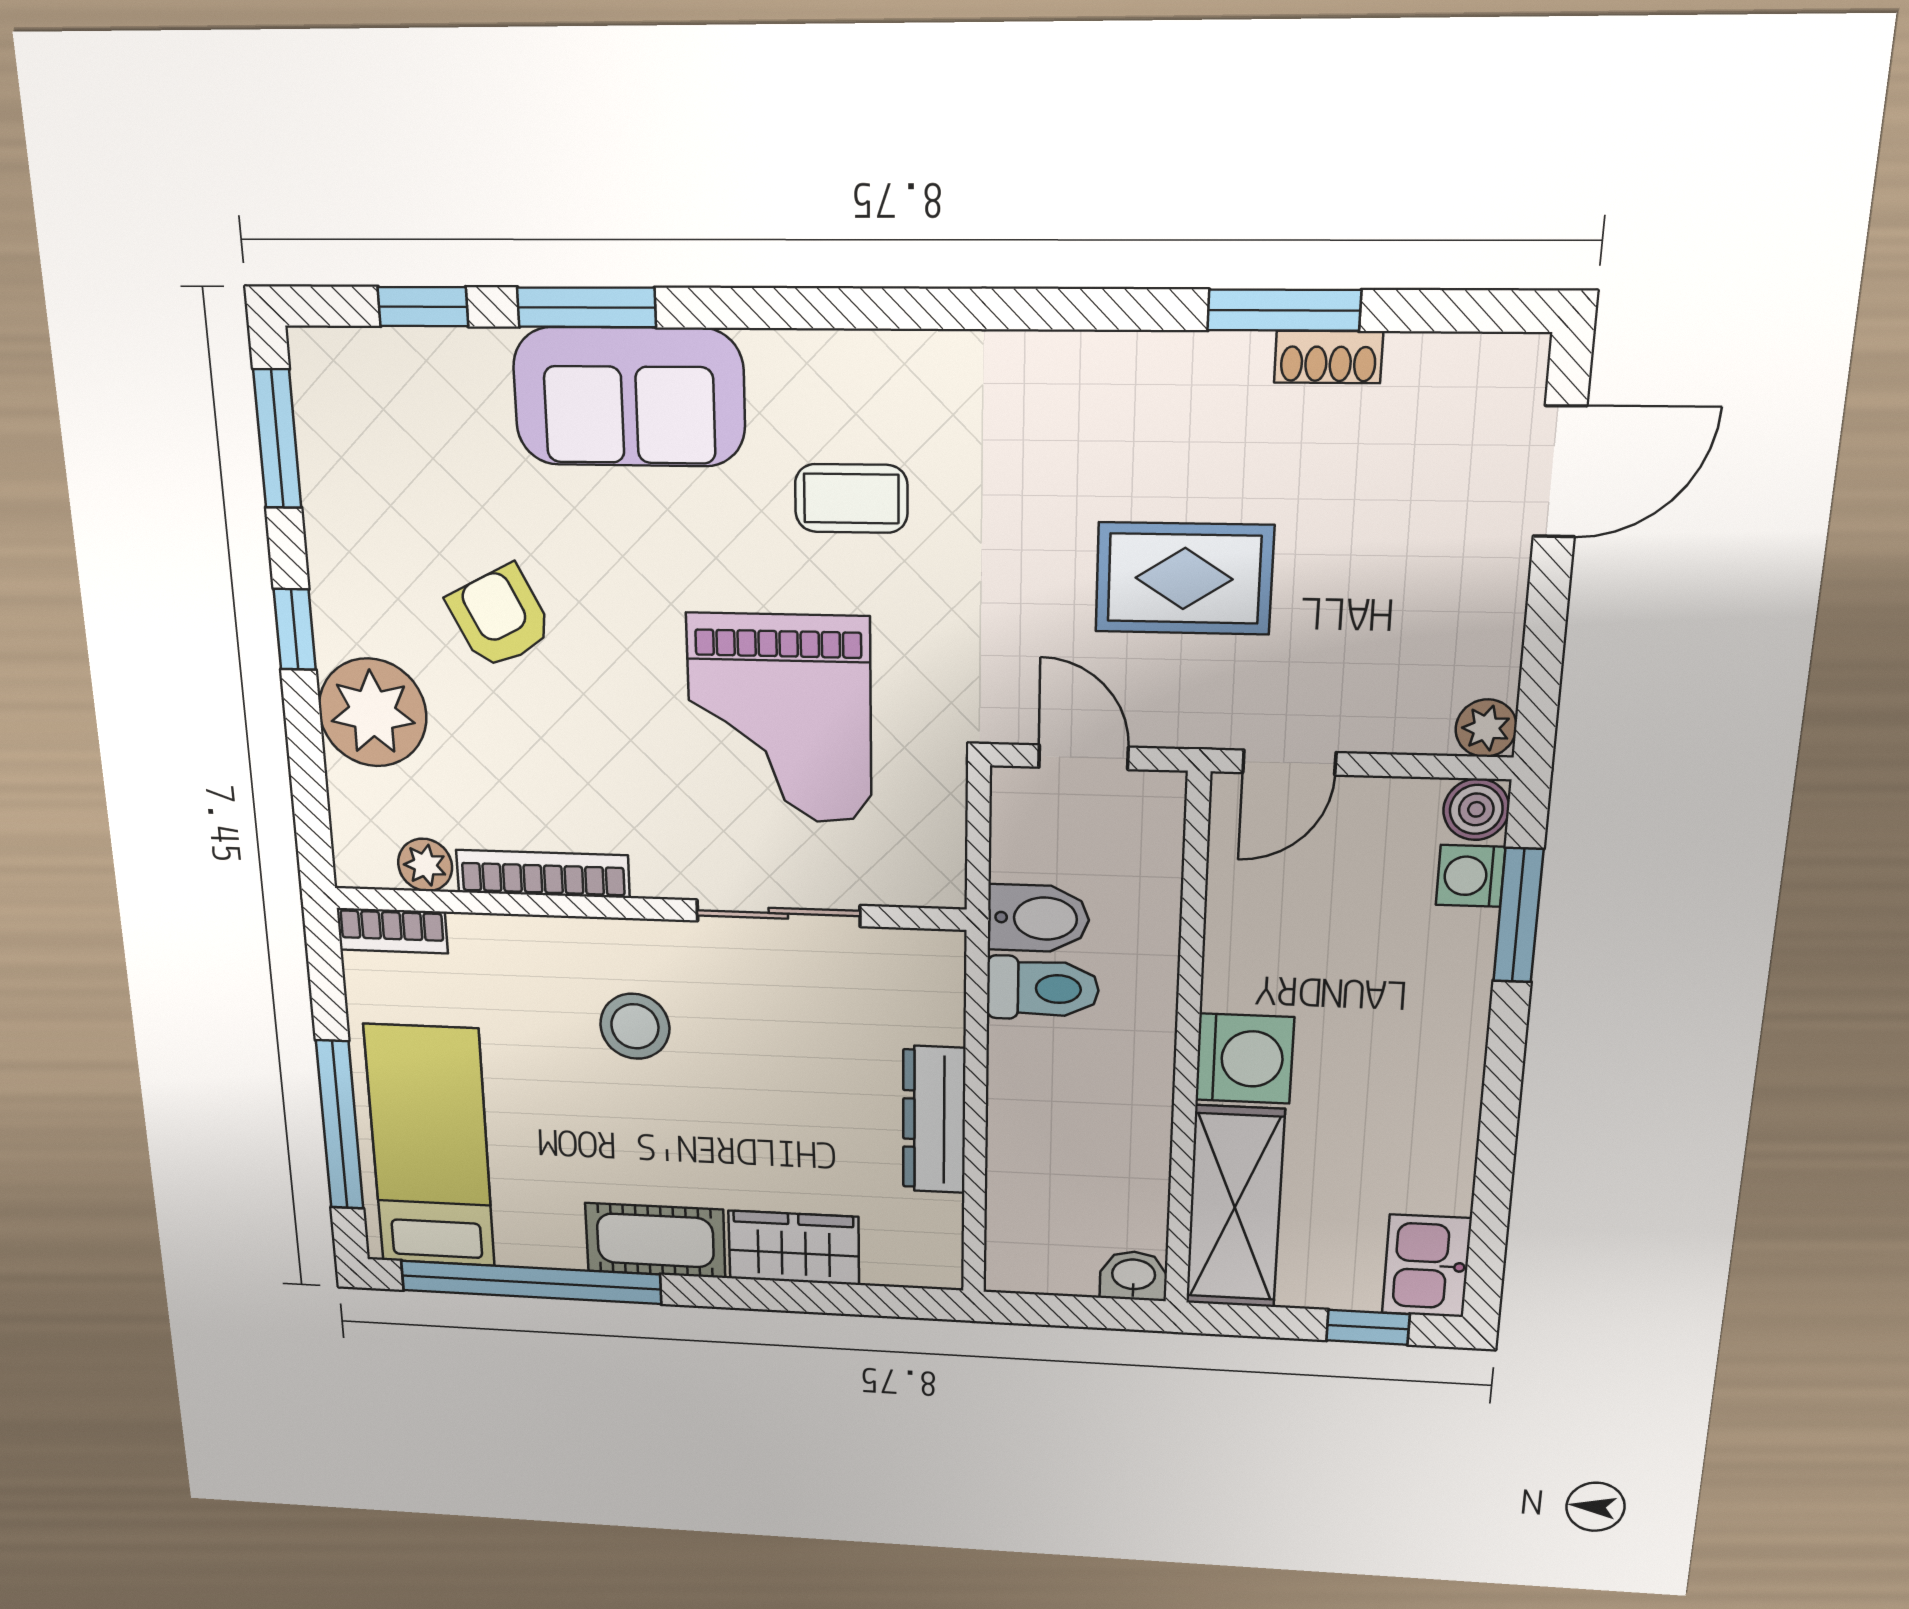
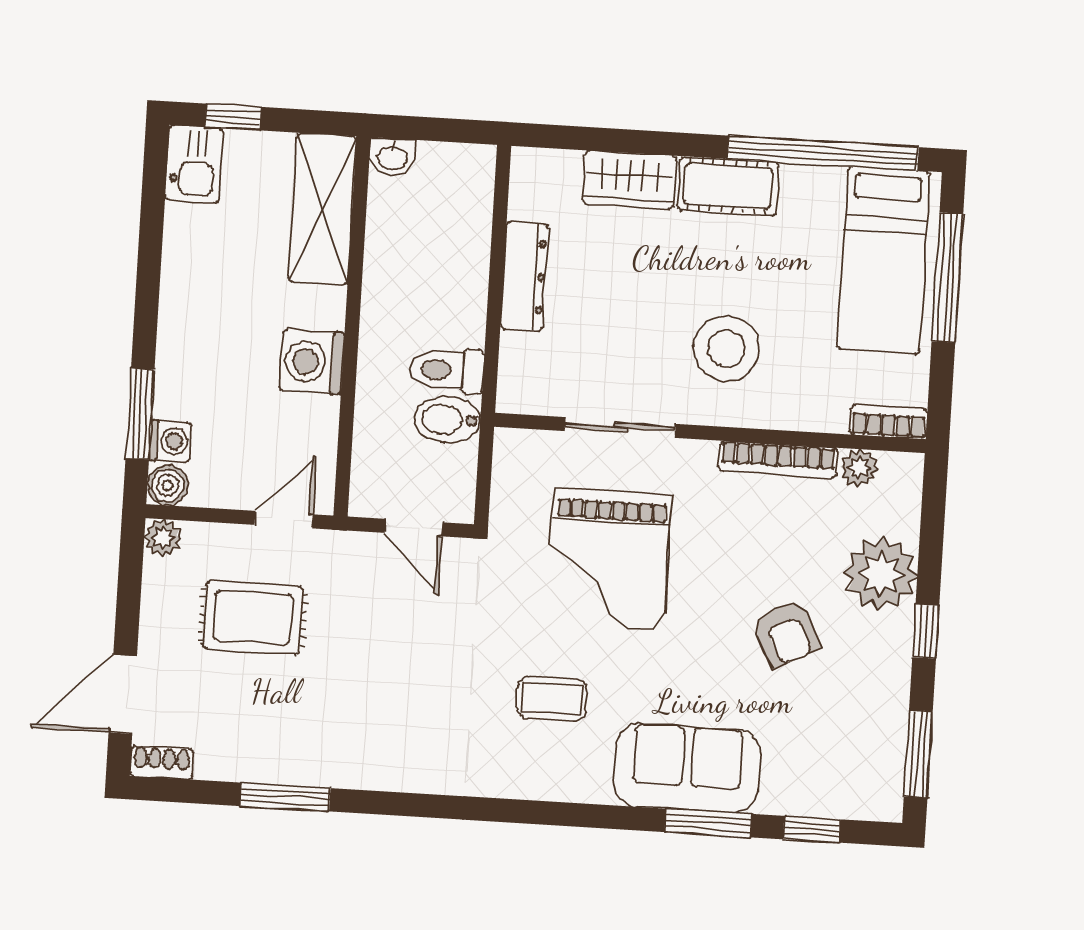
shoe rack: (1328, 357) -> (162, 763), moved
rug: (1184, 578) -> (253, 617), moved
grand piano: (780, 719) -> (609, 560), turned 180
stool: (635, 1026) -> (726, 348), width x1.38, depth x1.38
washing machine: (1244, 1059) -> (312, 362), moved

